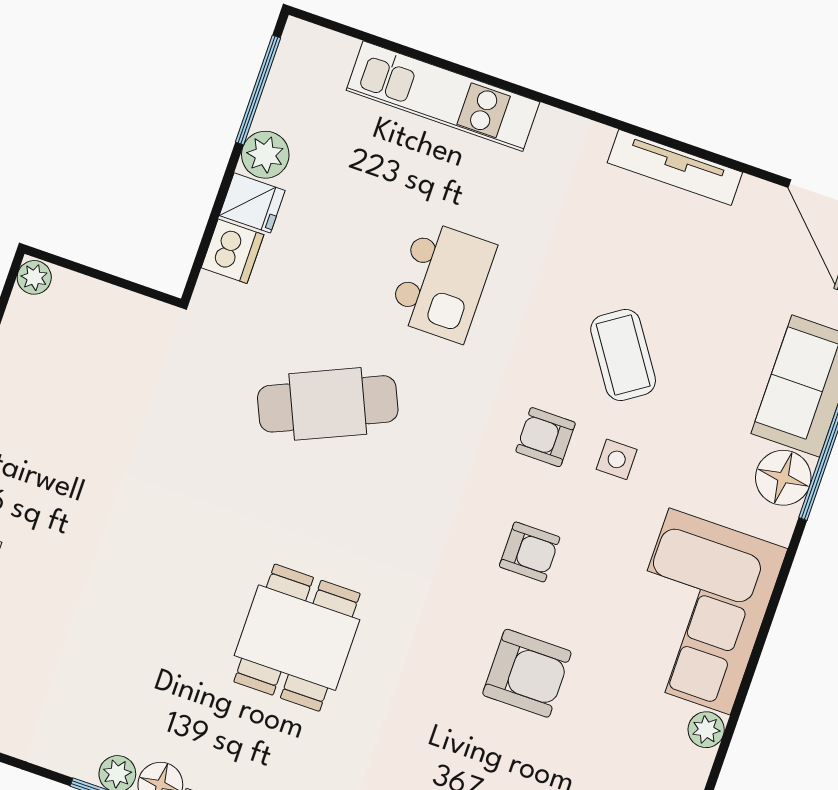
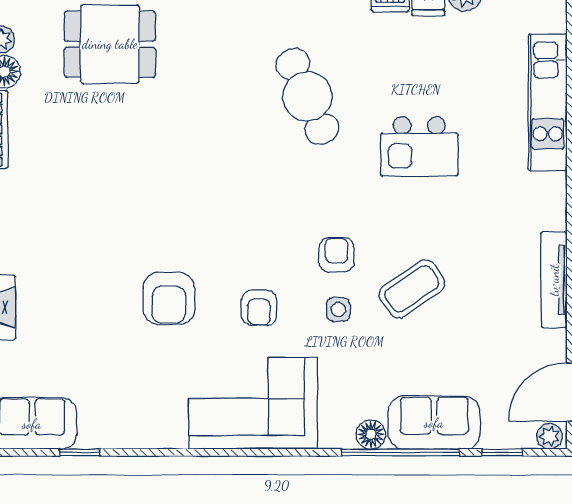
floor lamp: (783, 478) -> (371, 435), width x0.73, depth x0.73
armchair: (530, 552) -> (259, 308), moved
dining table: (297, 638) -> (110, 44), moved
plant: (706, 730) -> (173, 436), removed

